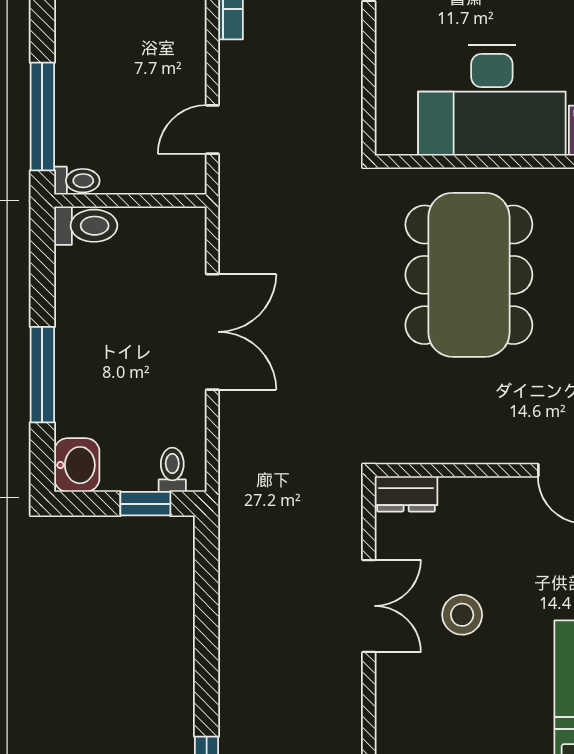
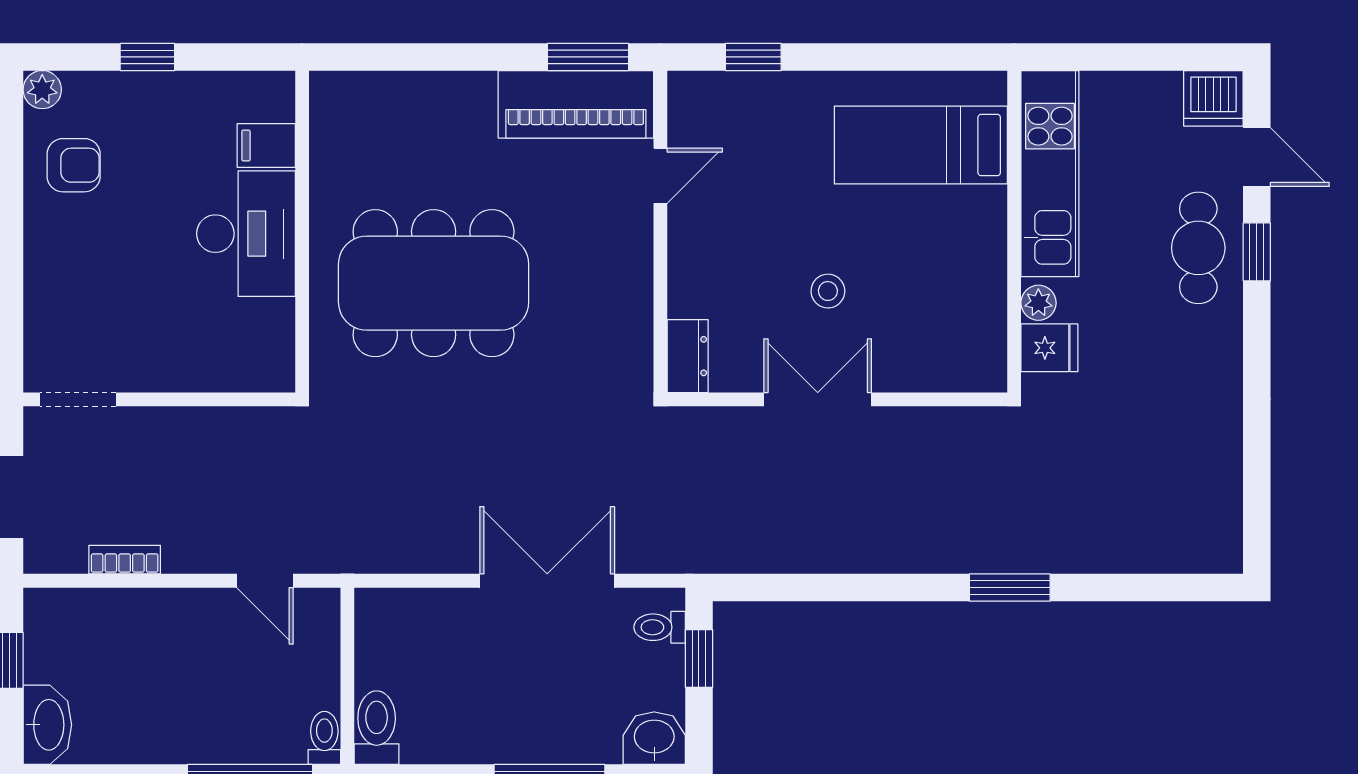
desk: (492, 100) -> (246, 234), width x0.73, depth x0.77
double door: (212, 332) -> (547, 581), moved
stool: (462, 615) -> (828, 291), width x0.73, depth x0.73

